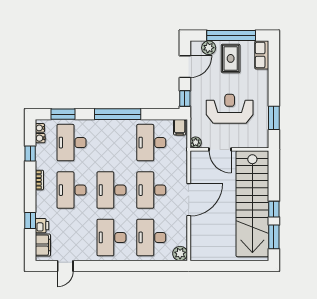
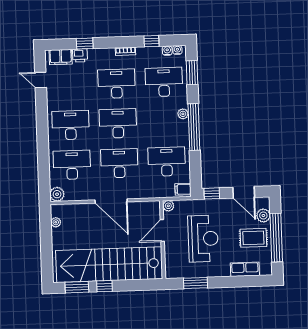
row of seats: (262, 55) -> (245, 269), moved
plant: (104, 125) -> (183, 114), added
plant: (208, 256) -> (56, 222), added

